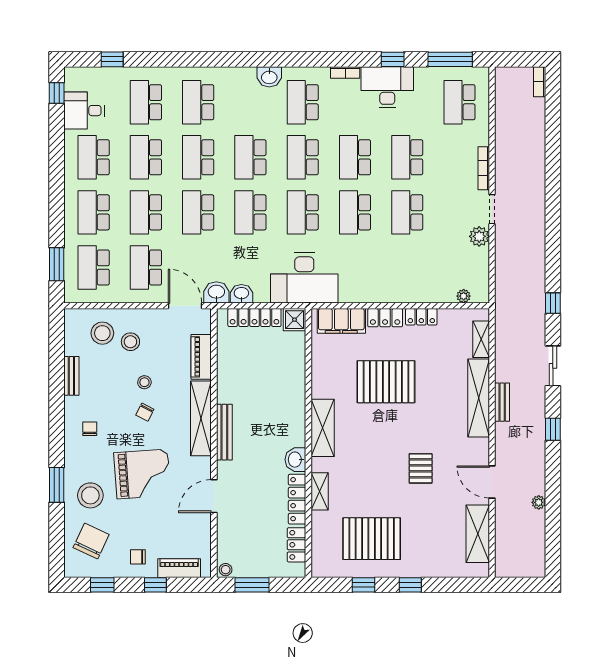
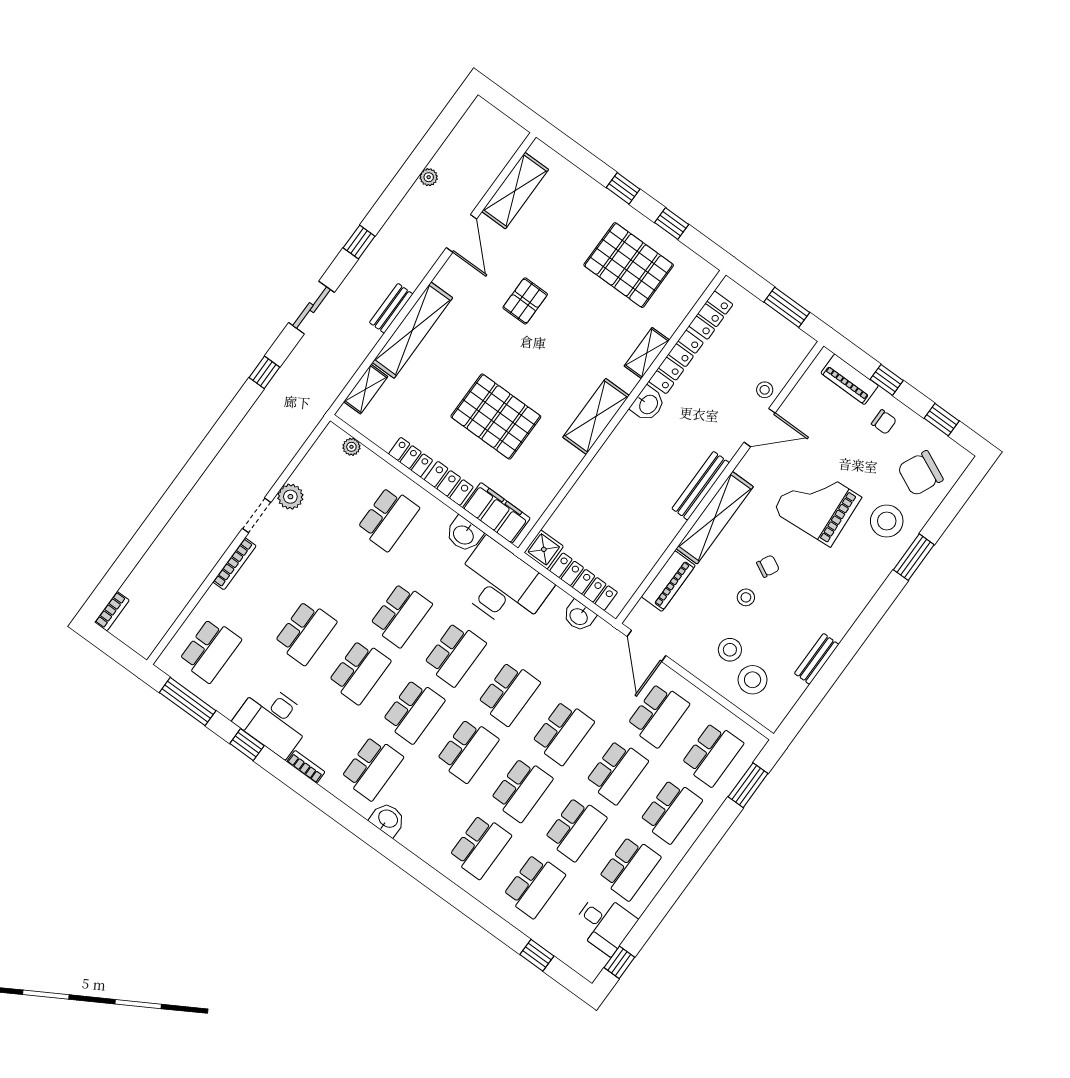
school desk: (407, 212) -> (388, 519), moved
washbasin: (216, 292) -> (464, 534), moved
chair: (90, 429) -> (837, 590), removed
stool: (226, 570) -> (765, 390), moved

